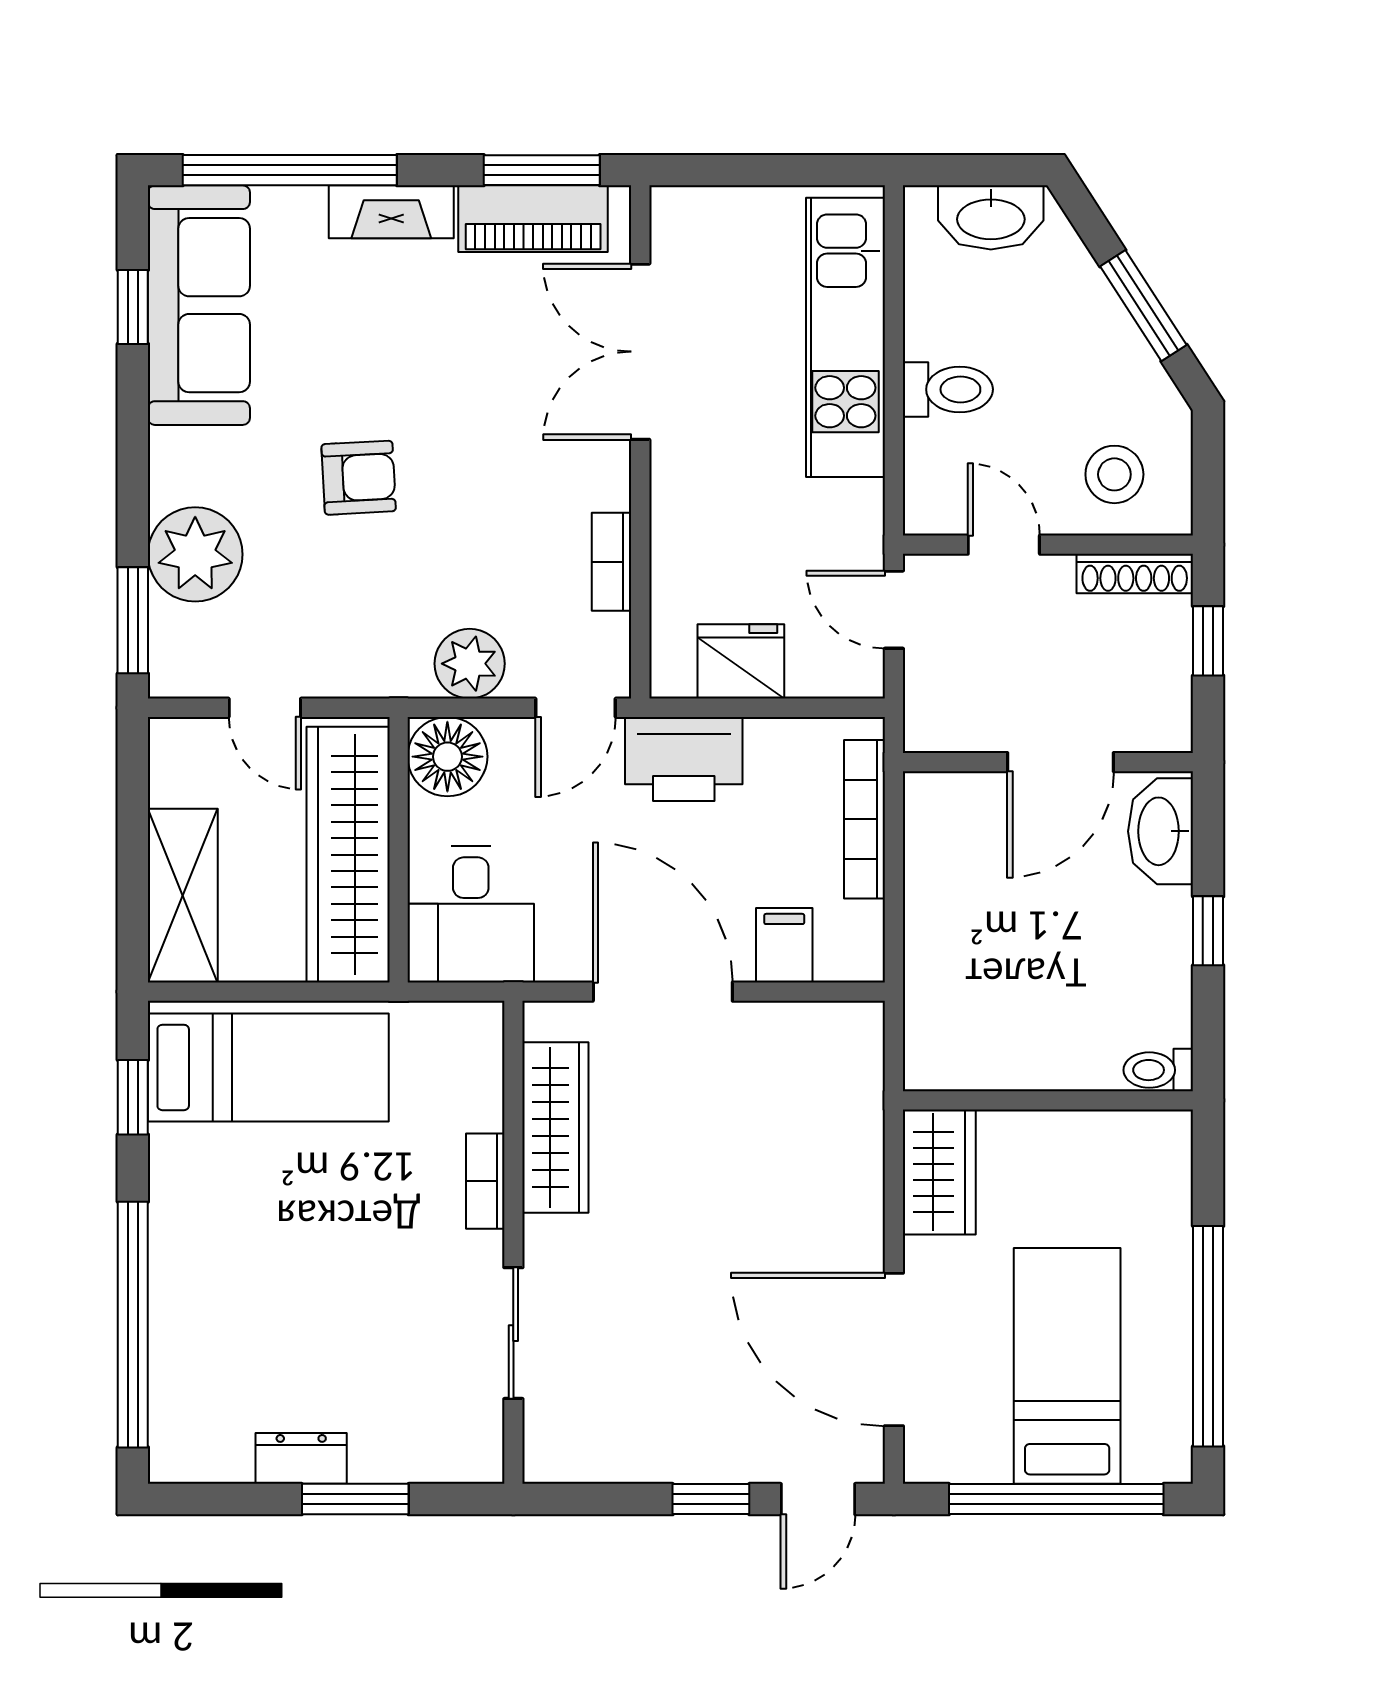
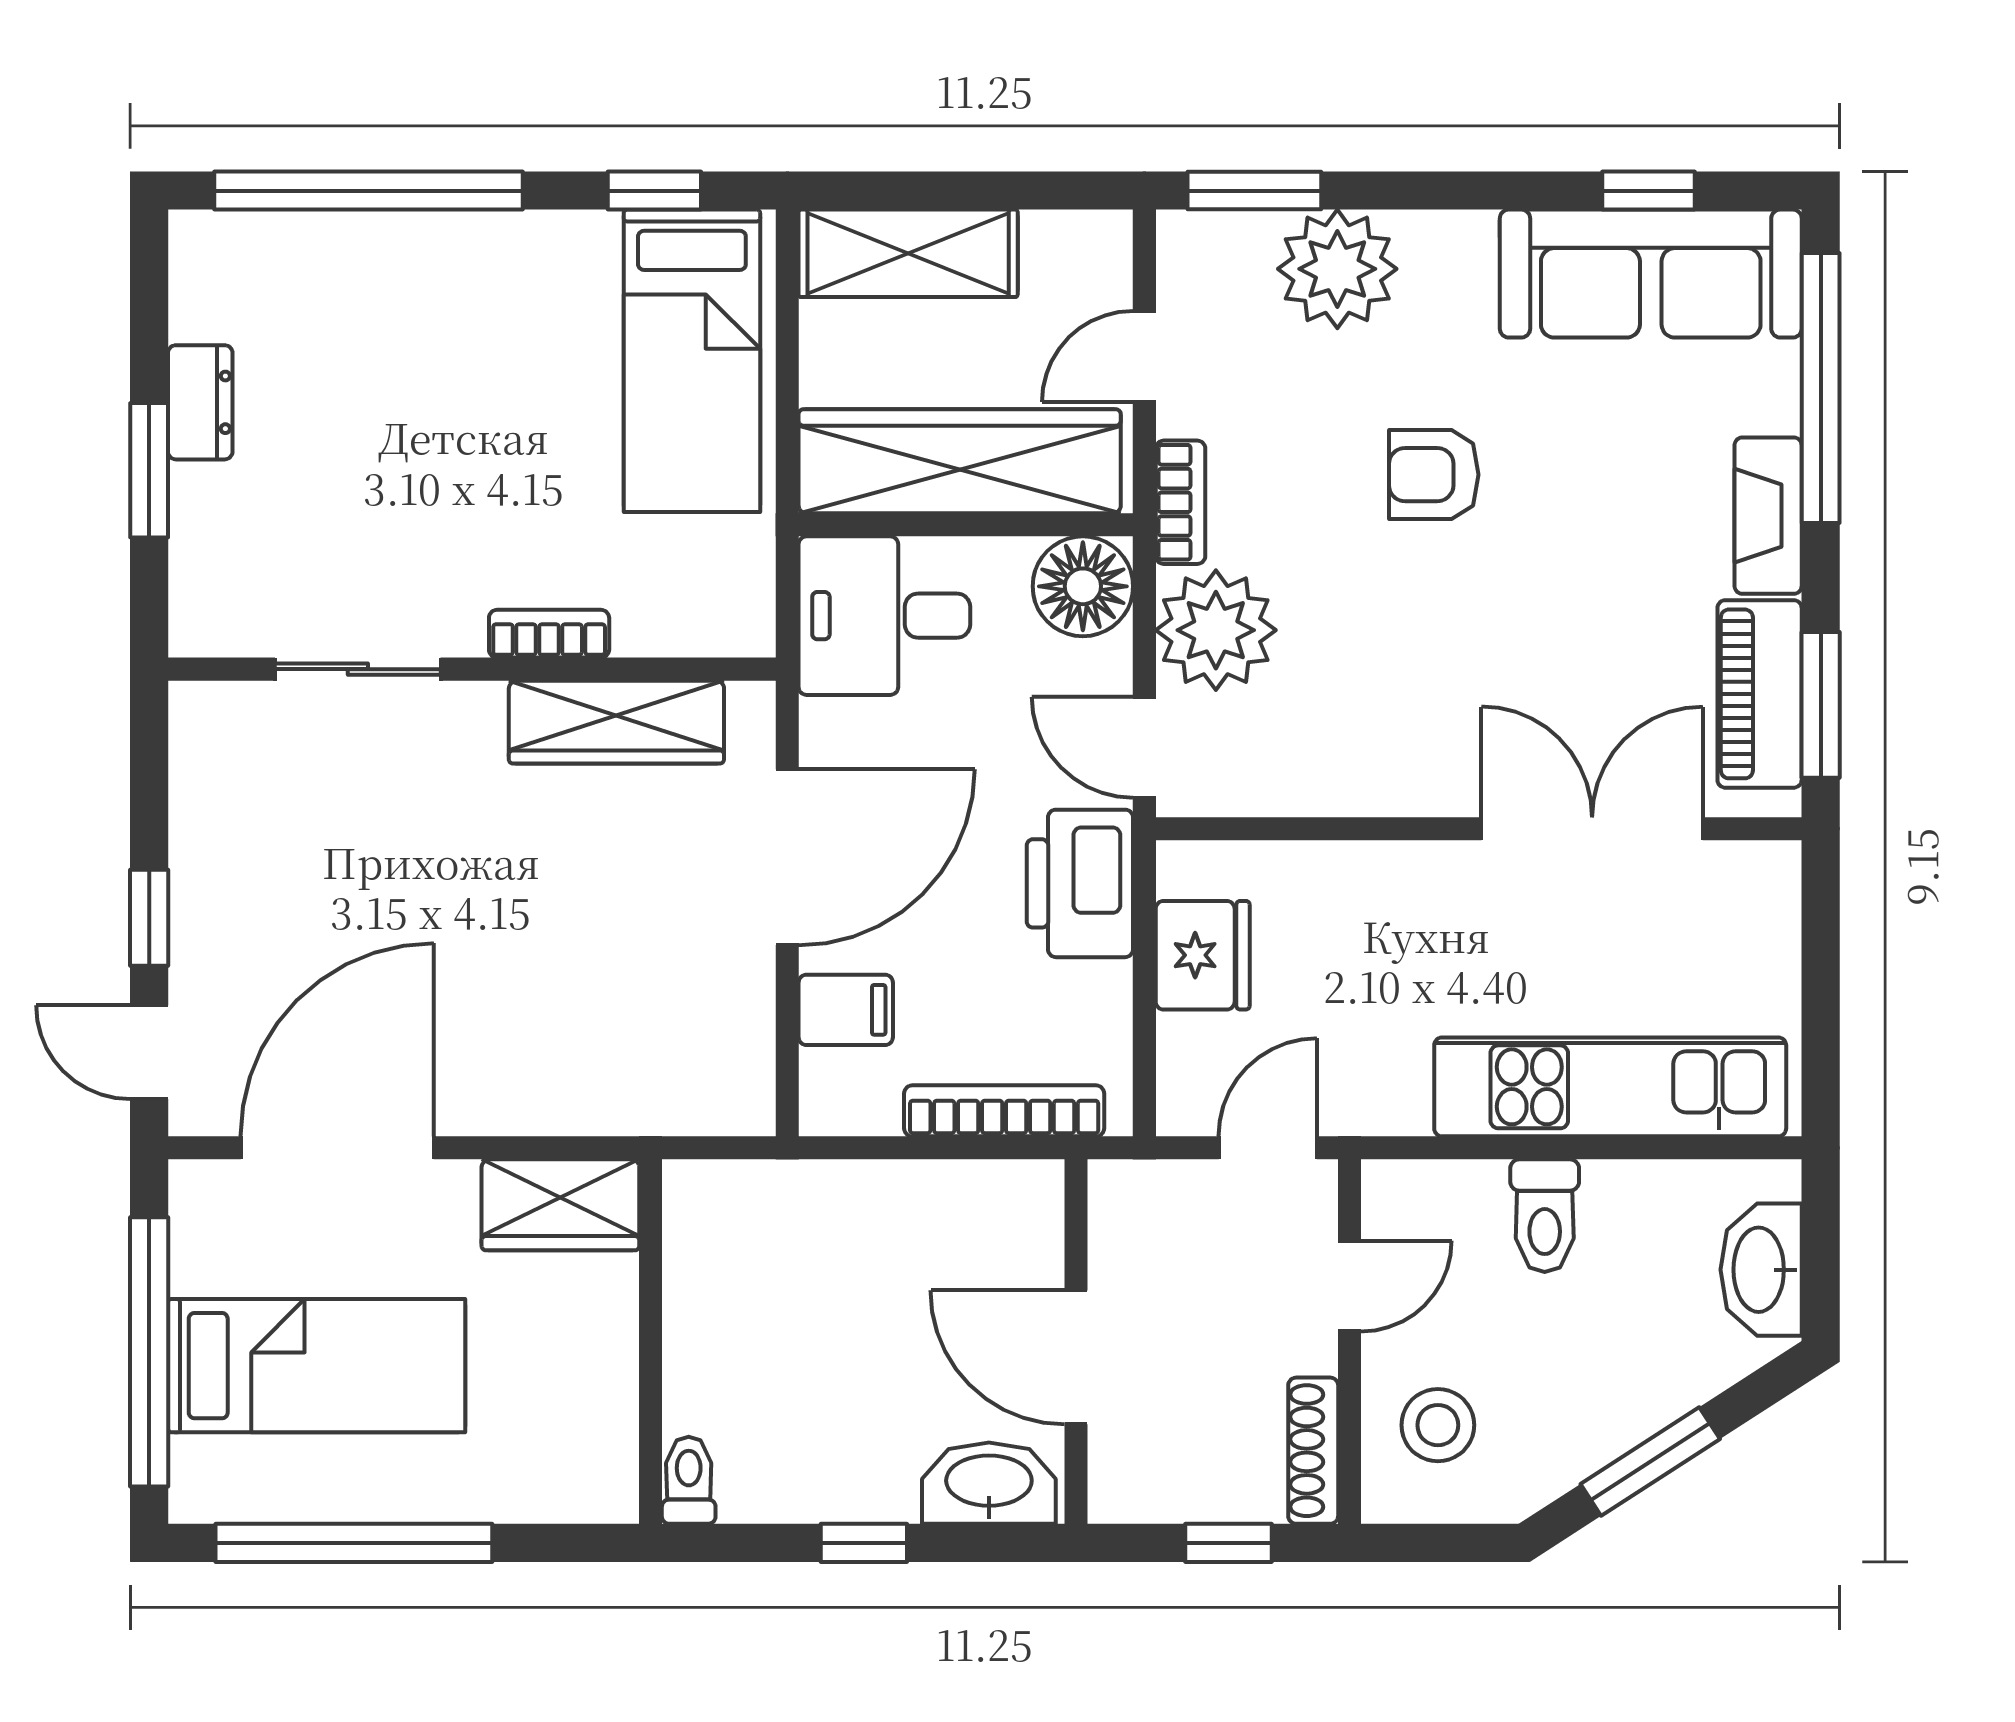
armchair: (359, 478) -> (1434, 475), turned 93
bookcase: (611, 562) -> (1180, 502), moved, turned 90
plant: (470, 664) -> (1216, 630), width x1.36, depth x1.36

